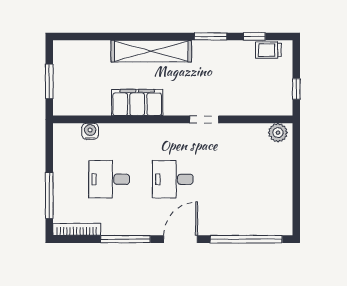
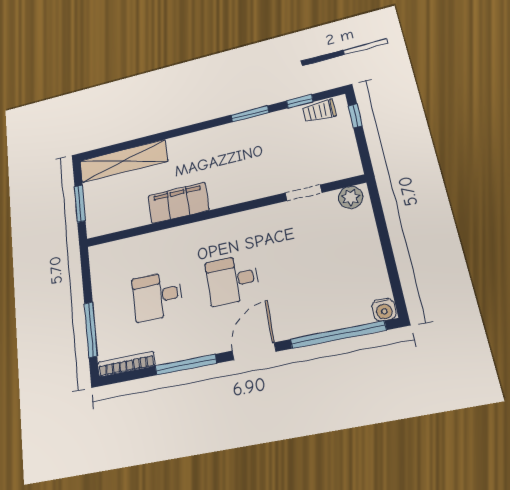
shelving: (151, 51) -> (123, 161), moved
window: (296, 89) -> (355, 116), moved
doorway: (204, 119) -> (304, 193), moved
water cooler: (90, 131) -> (384, 310), moved, turned 180

